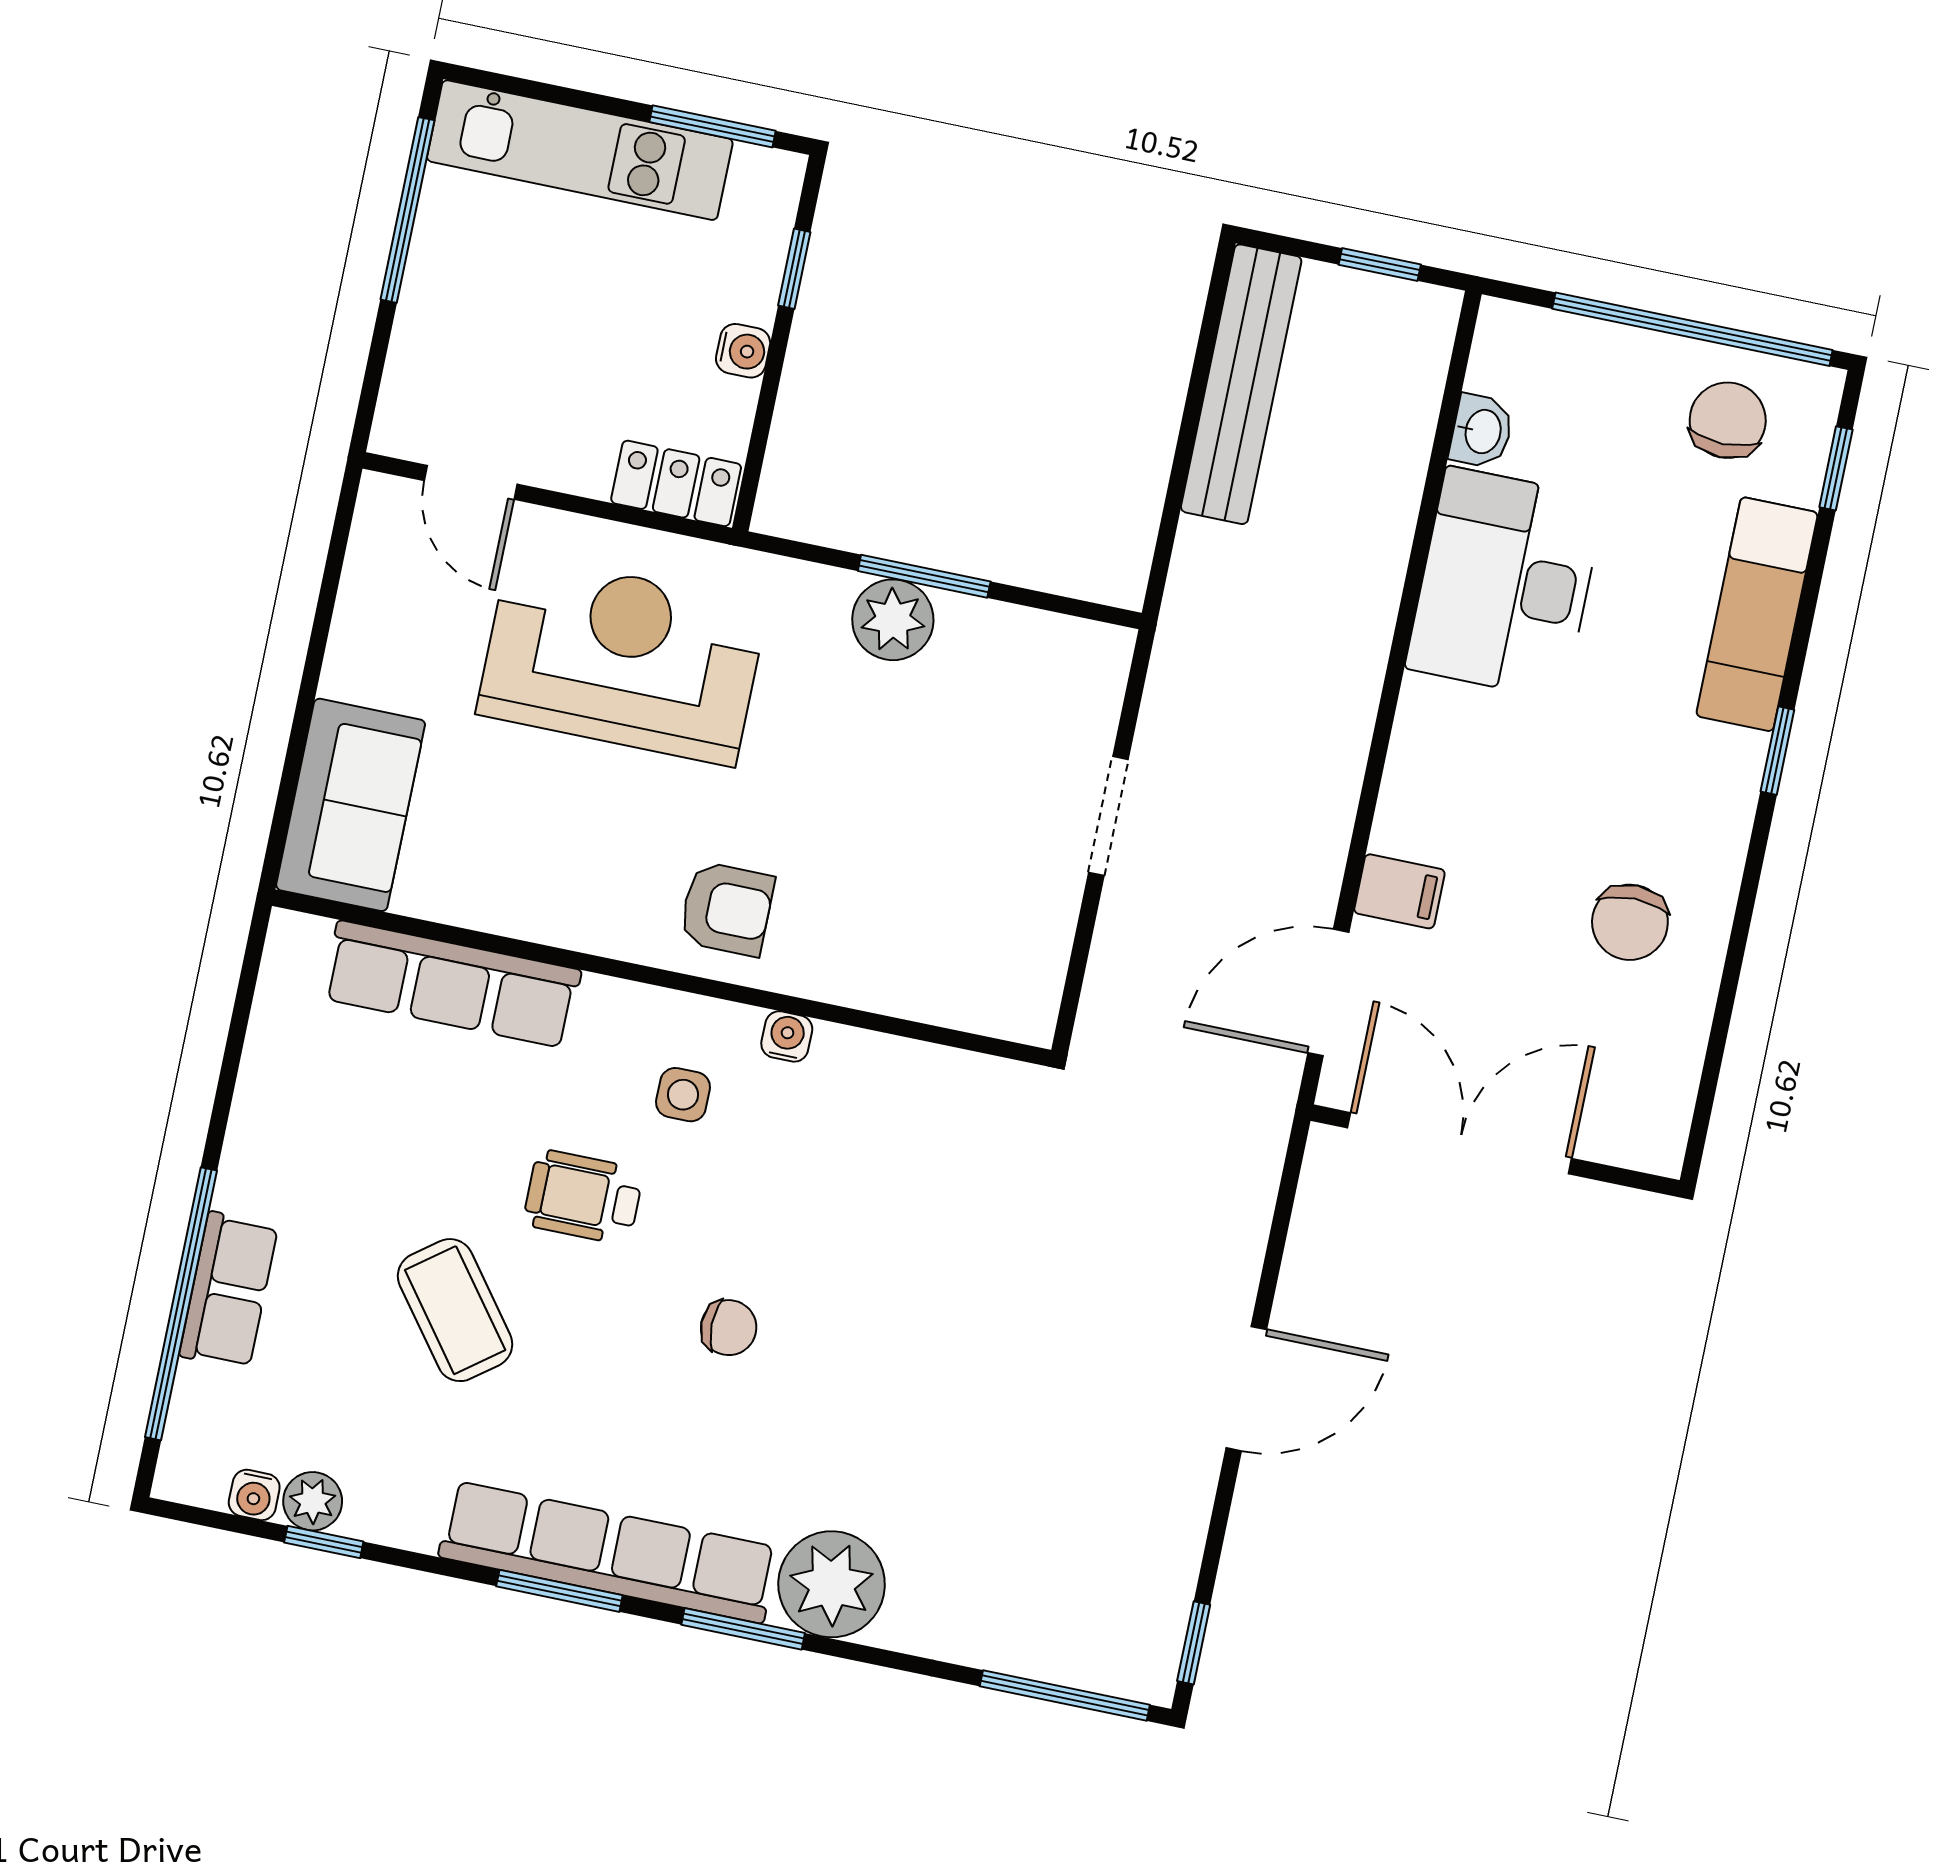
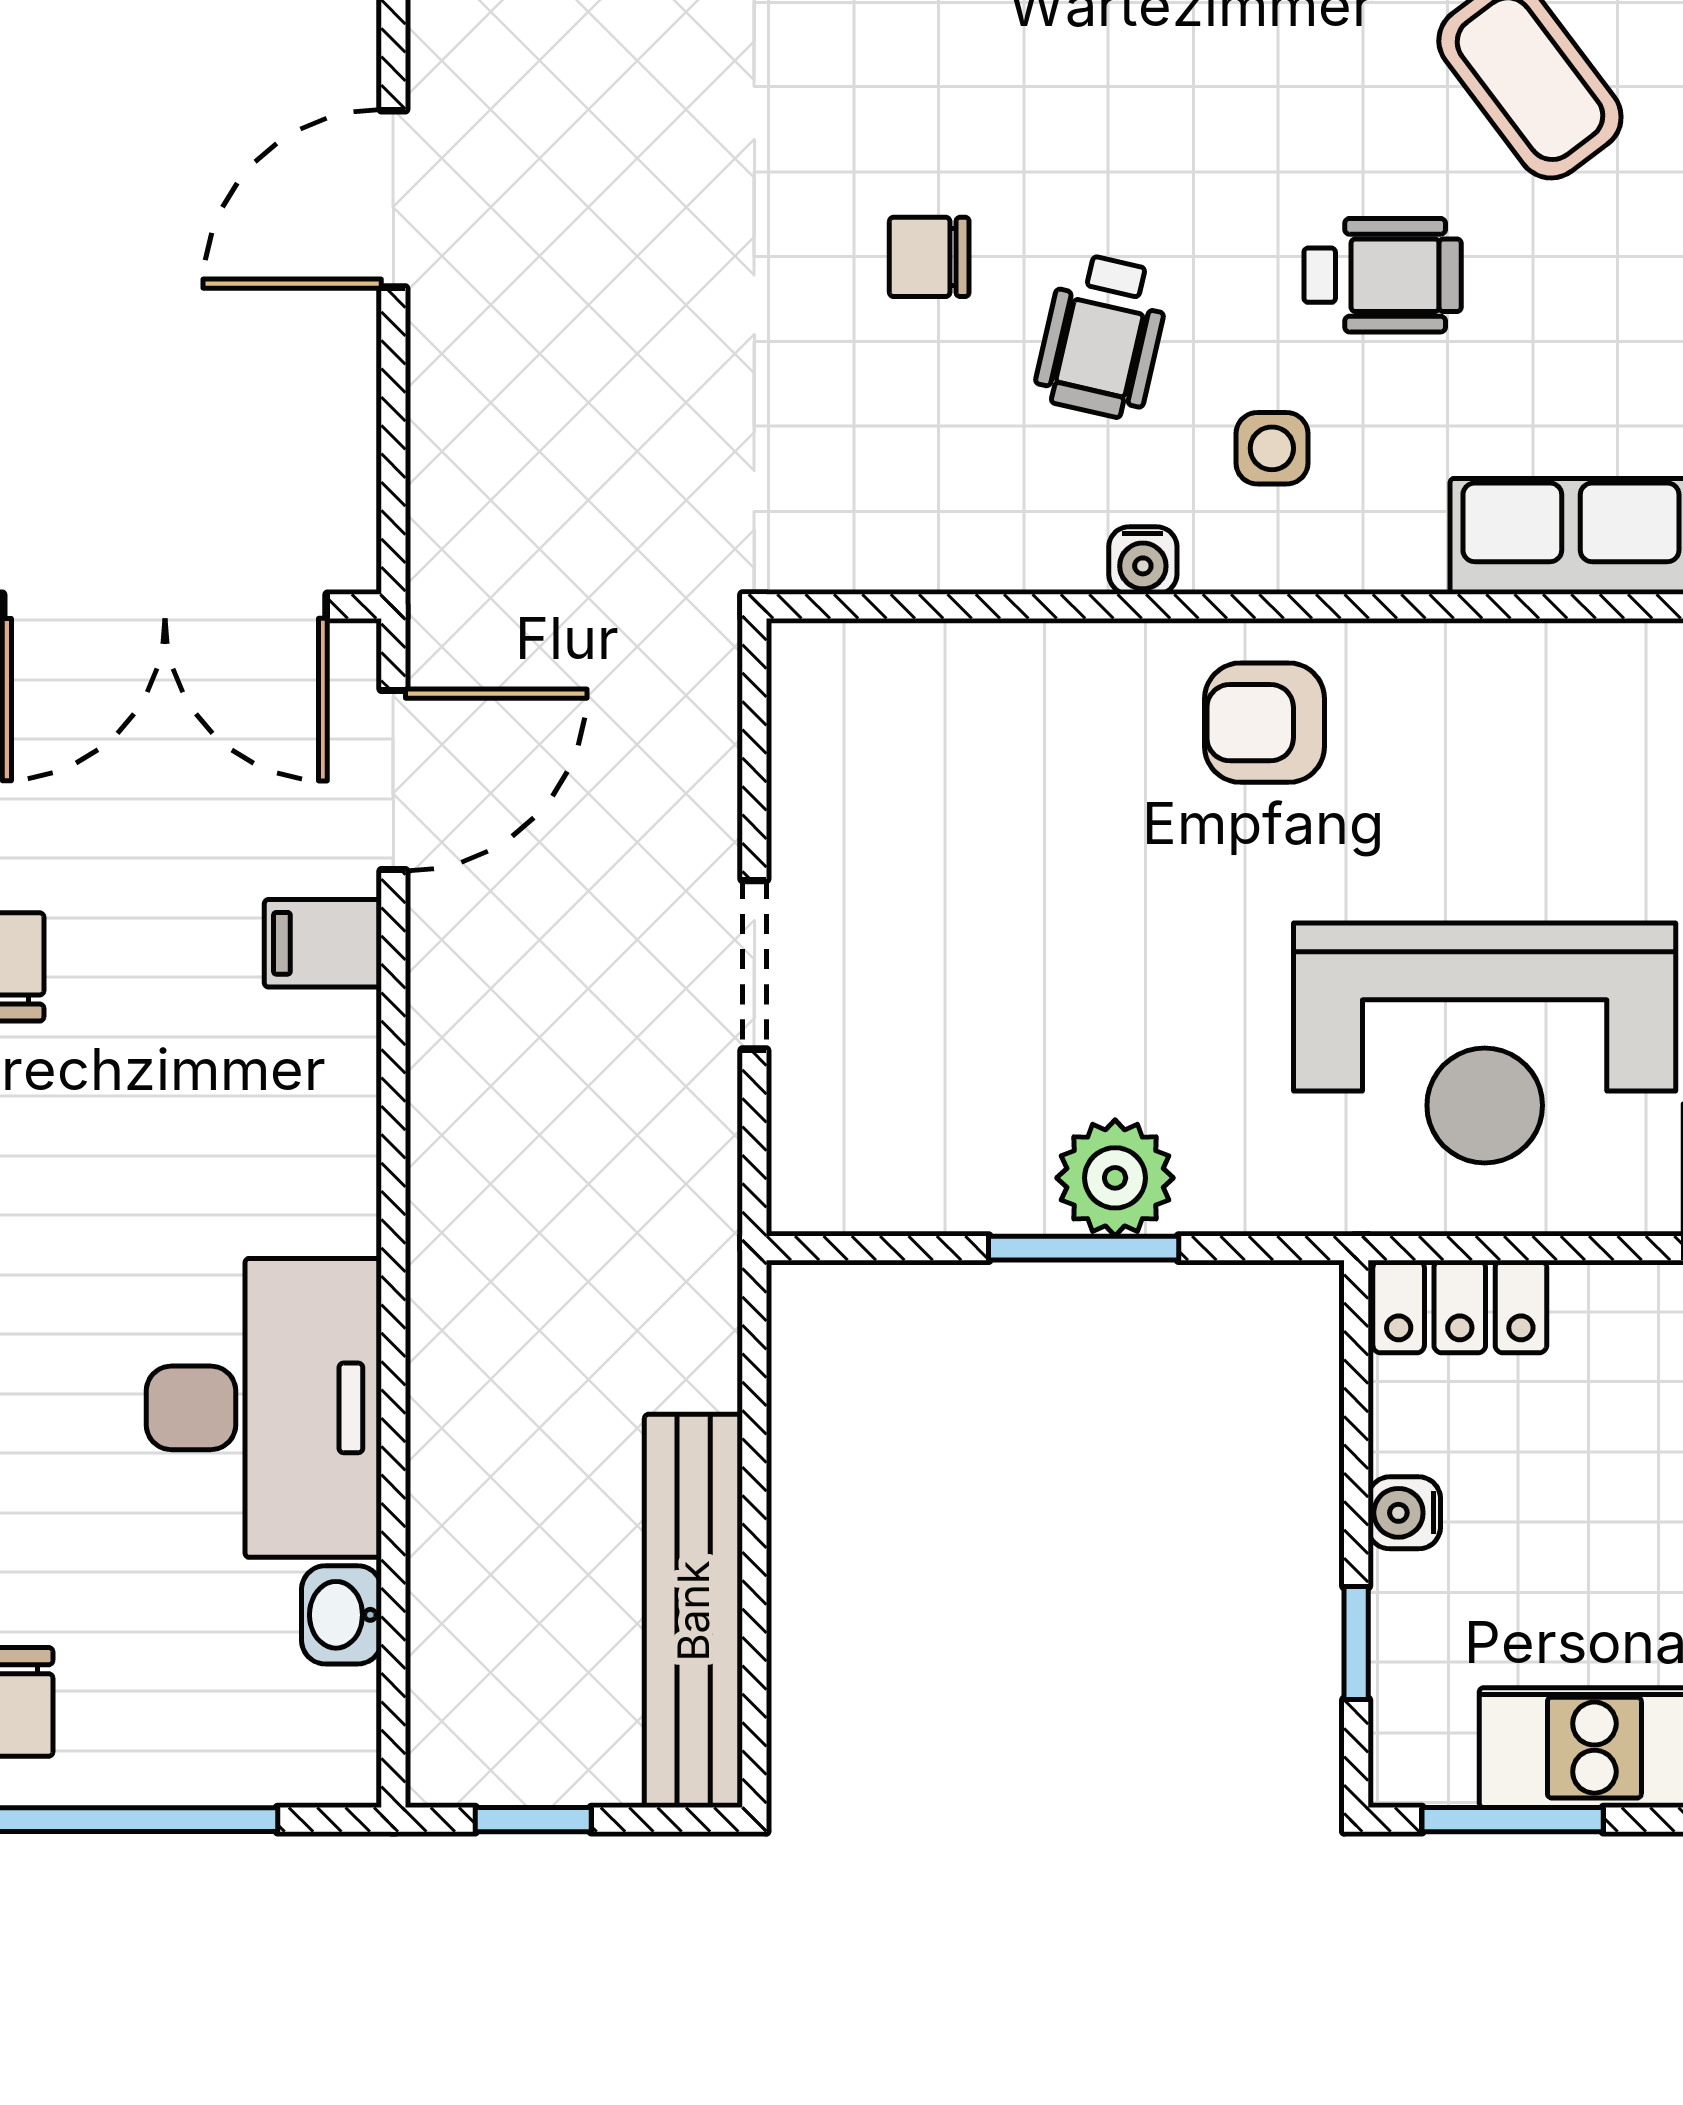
wheelchair: (783, 1195) -> (1102, 336), added
chair: (729, 1328) -> (929, 257), moved

